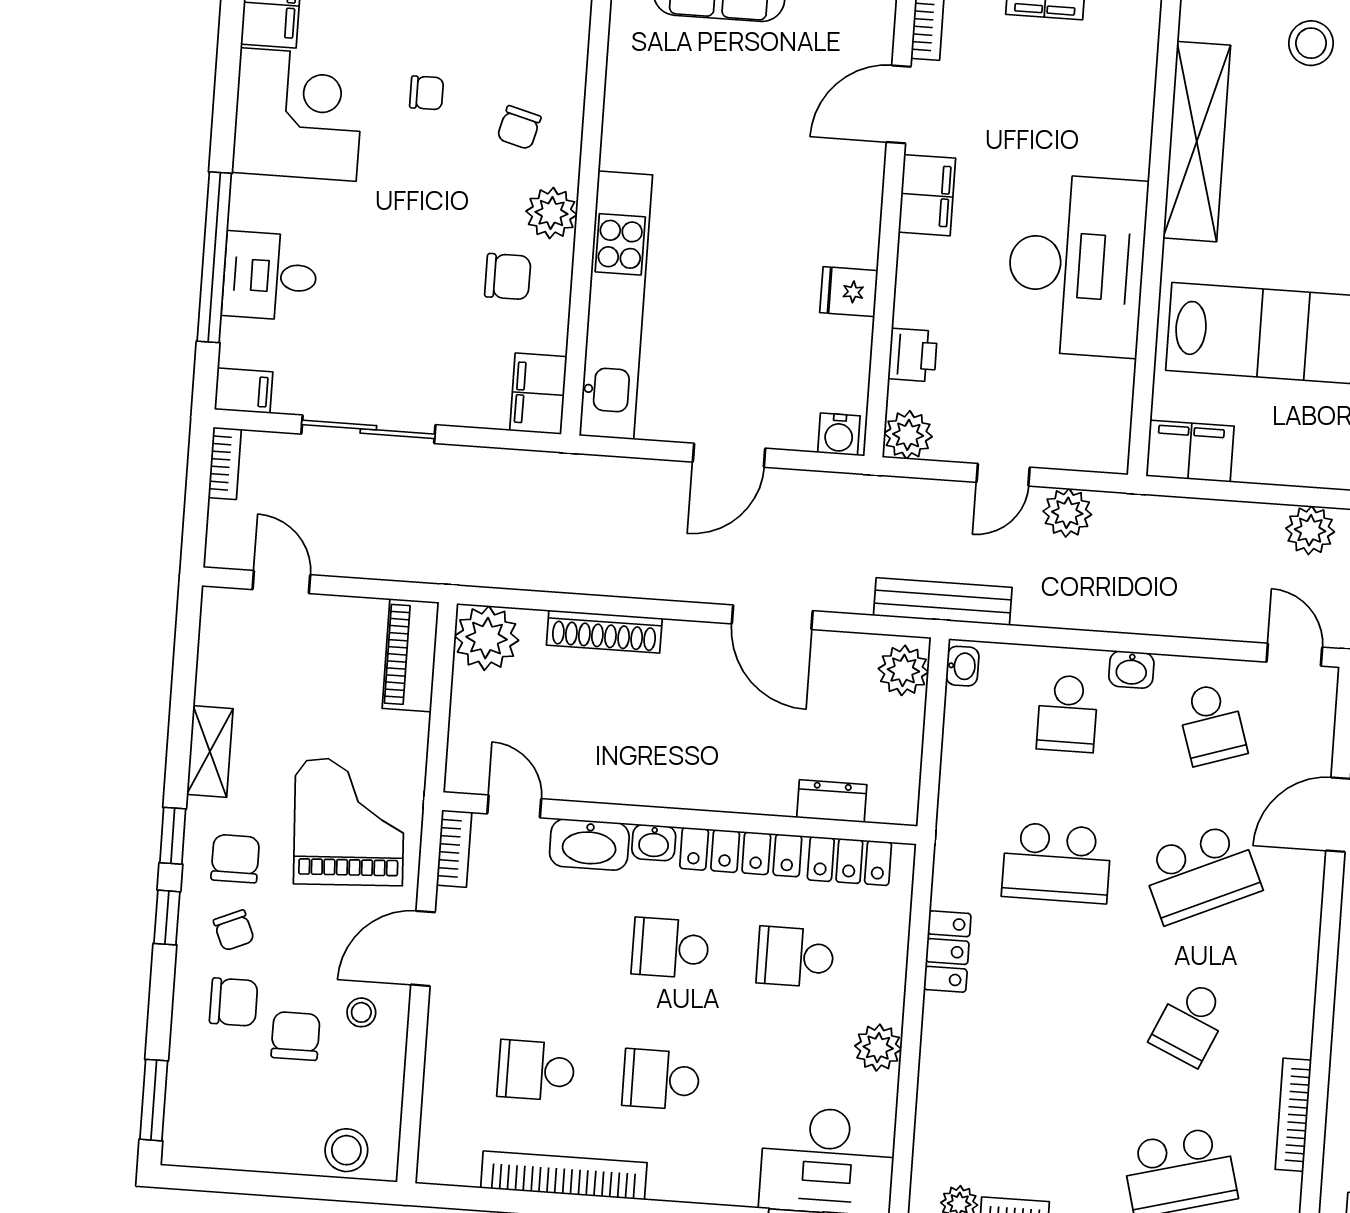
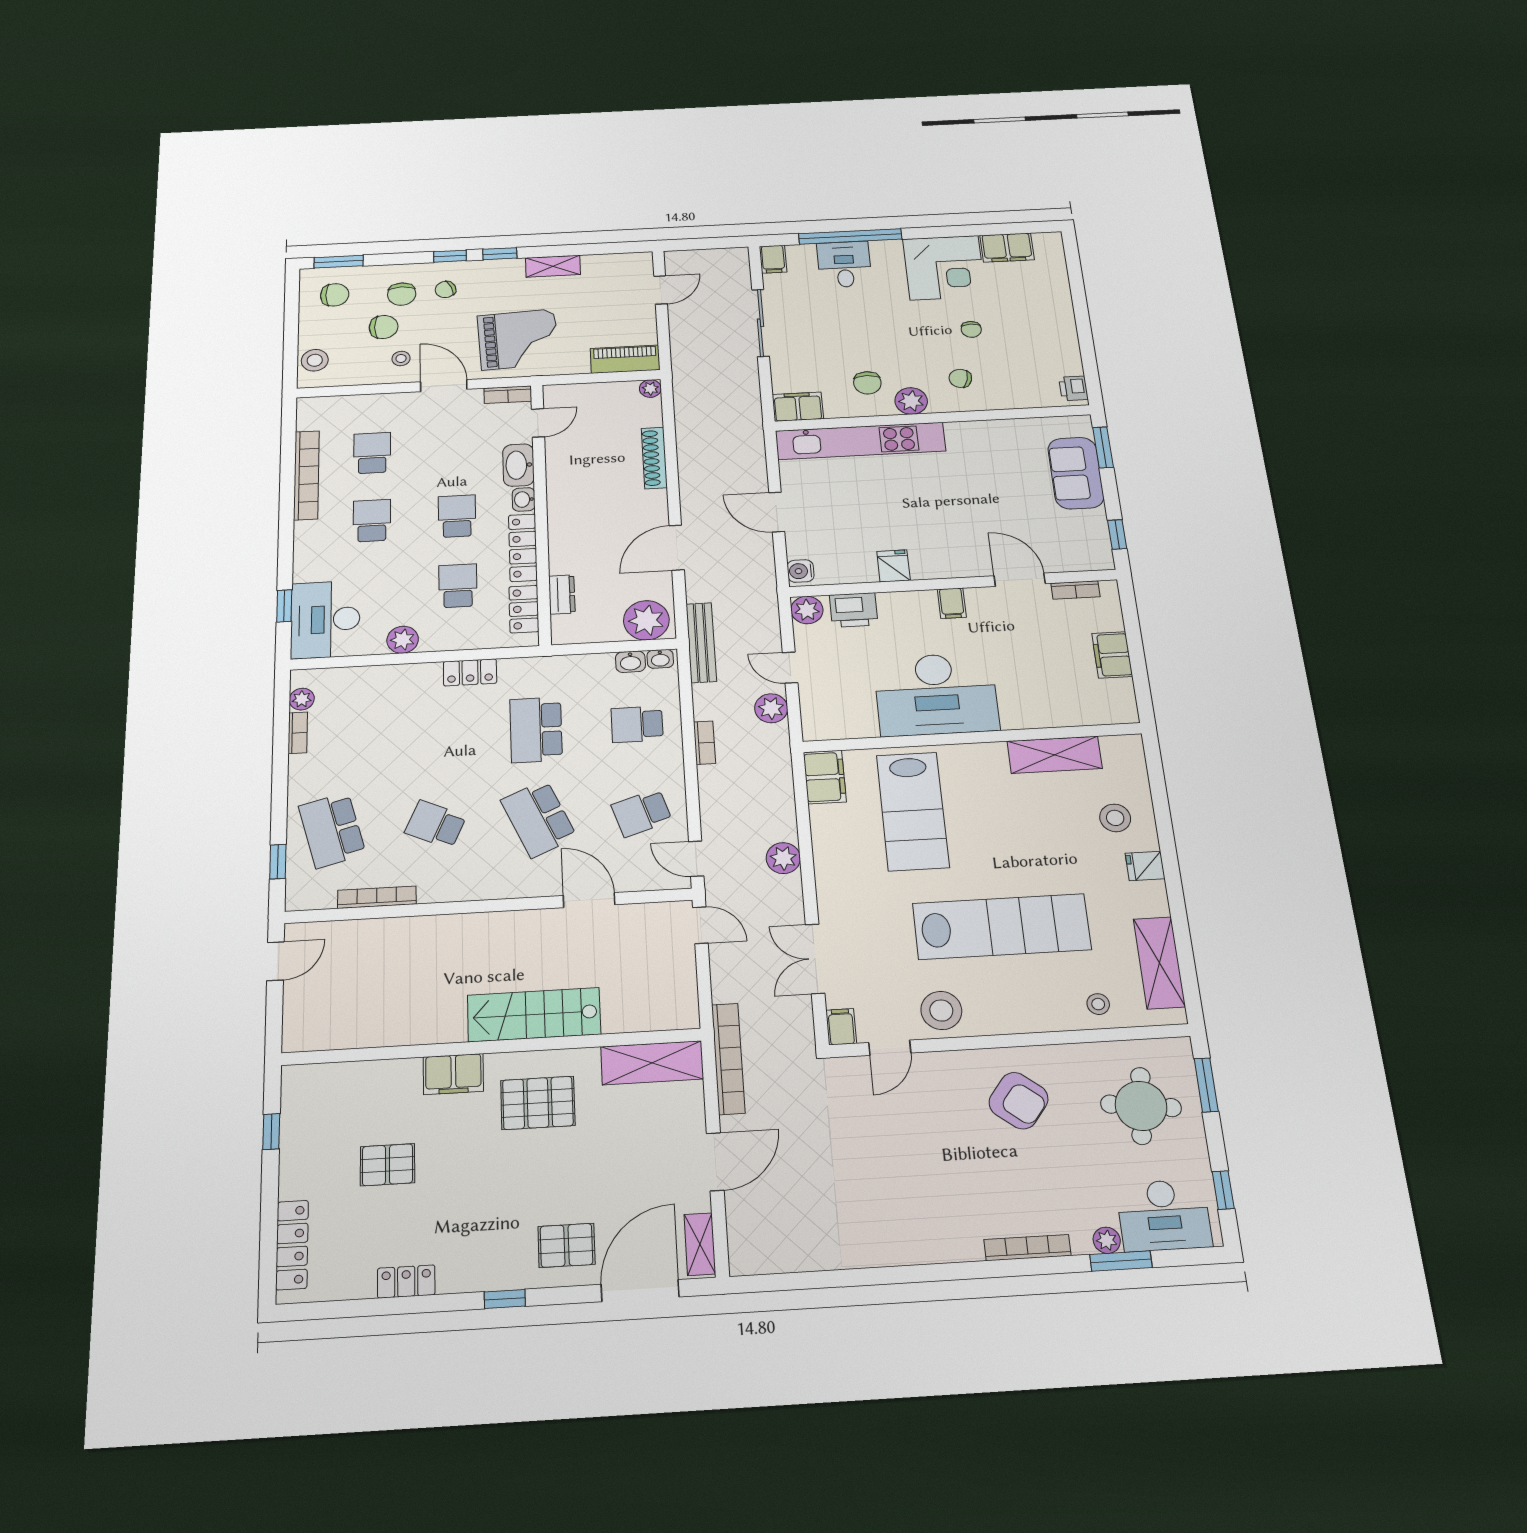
shelving: (1197, 142) -> (1055, 755), width x0.68
filing cabinet: (927, 195) -> (952, 603), width x0.50
printer: (913, 355) -> (854, 610), width x1.36, depth x1.24
bookcase: (225, 463) -> (704, 743), moved, turned -90
plant: (487, 638) -> (650, 389), width x0.53, depth x0.53
door: (1294, 655) -> (696, 859), swing flipped
plant: (903, 670) -> (646, 620), width x1.36, depth x1.36
washbasin: (1131, 670) -> (630, 662), moved, turned -90
chair: (235, 859) -> (335, 295), moved

